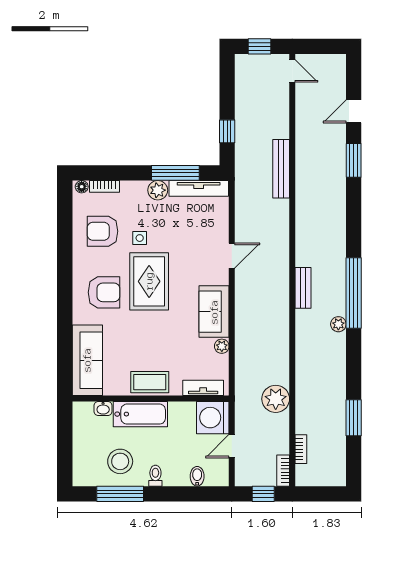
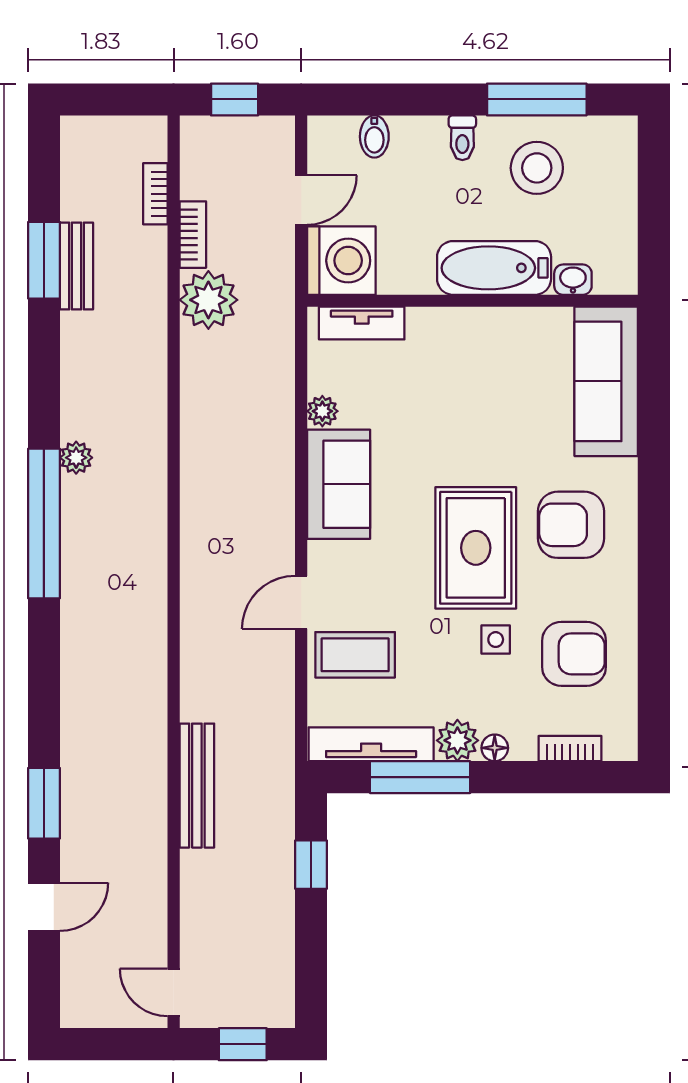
floor lamp: (82, 187) -> (495, 748), moved
bench: (303, 288) -> (77, 266), moved
coffee table: (150, 382) -> (355, 655), moved
bookcase: (283, 471) -> (193, 235), moved

